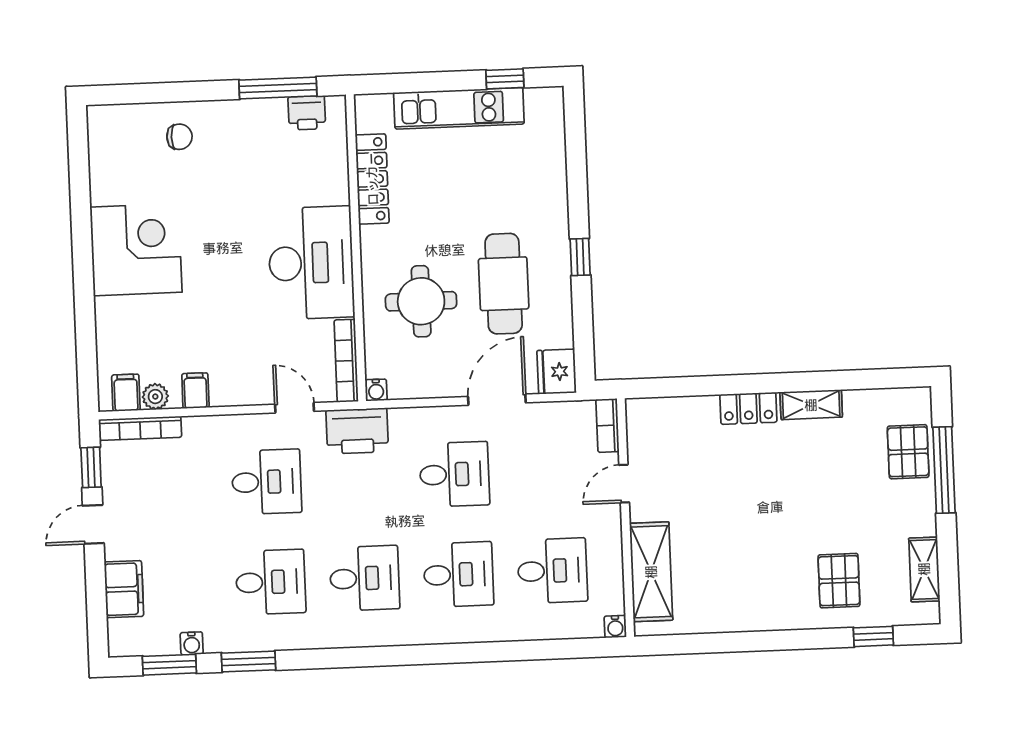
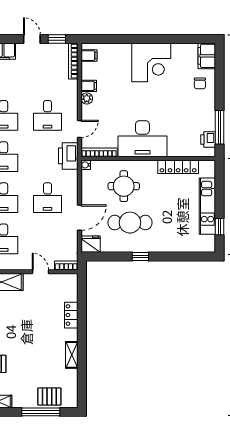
filing cabinet: (116, 123) -> (207, 56), added
plant: (155, 397) -> (87, 98), moved
door: (497, 400) -> (79, 218), hinge flipped
locker: (748, 408) -> (71, 315), moved

